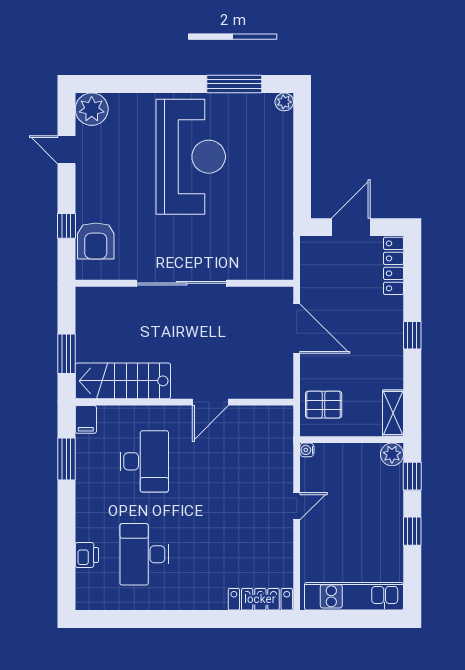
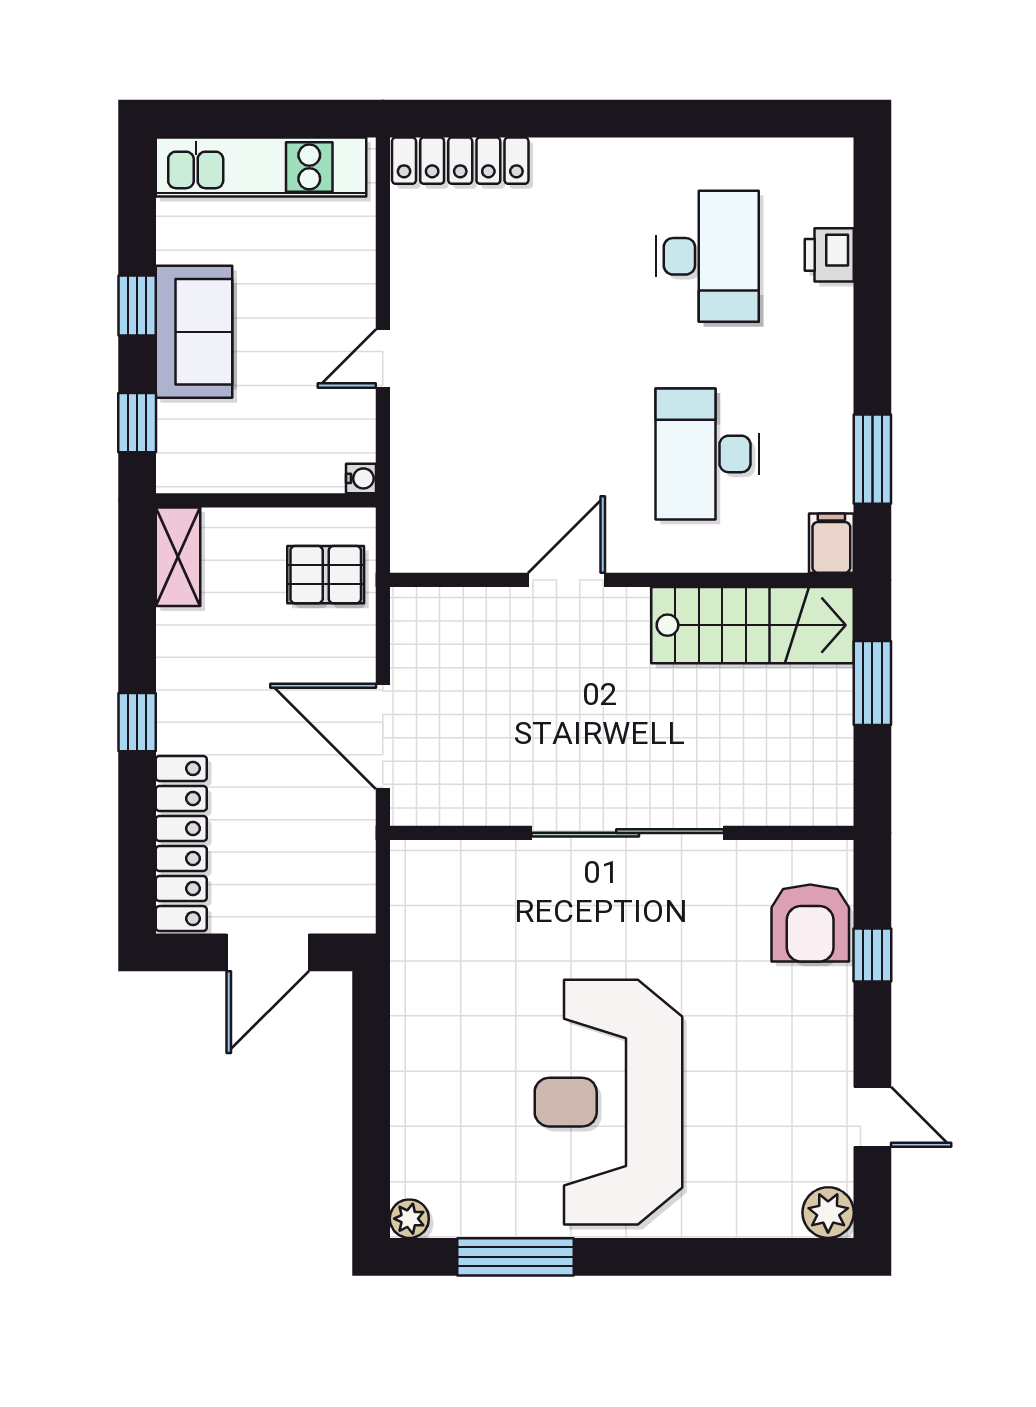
plant: (92, 109) -> (828, 1213), width x0.73, depth x0.73
armchair: (96, 241) -> (810, 923), turned 180
locker: (394, 266) -> (181, 844), width x1.41, depth x1.21
plant: (392, 454) -> (180, 469), removed
sofa: (385, 519) -> (194, 332), added

